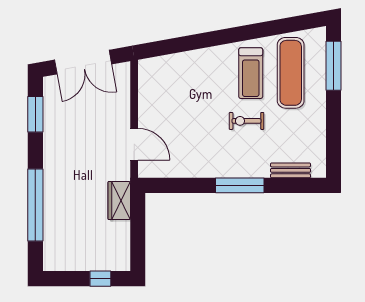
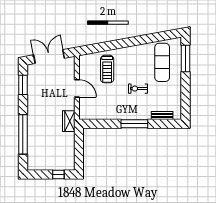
double door: (83, 62) -> (49, 57), swing flipped
treadmill: (251, 73) -> (107, 69), moved
door: (134, 144) -> (77, 88), moved
wardrobe: (119, 201) -> (69, 121), moved

